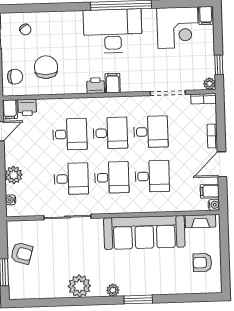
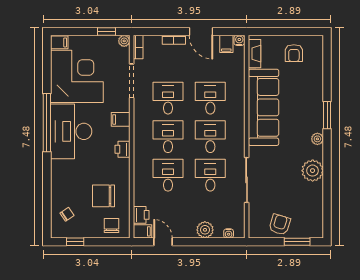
corner desk: (178, 28) -> (77, 76), width x1.36, depth x1.36
filing cabinet: (113, 83) -> (121, 119), moved

